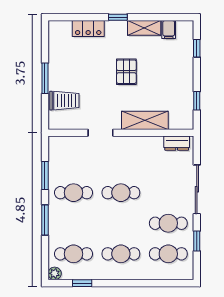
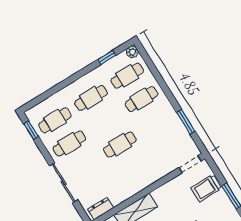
doorway: (101, 133) -> (190, 164), moved
cafe table: (74, 193) -> (142, 99), moved
window: (45, 220) -> (165, 88), removed
window: (197, 241) -> (31, 130), moved

